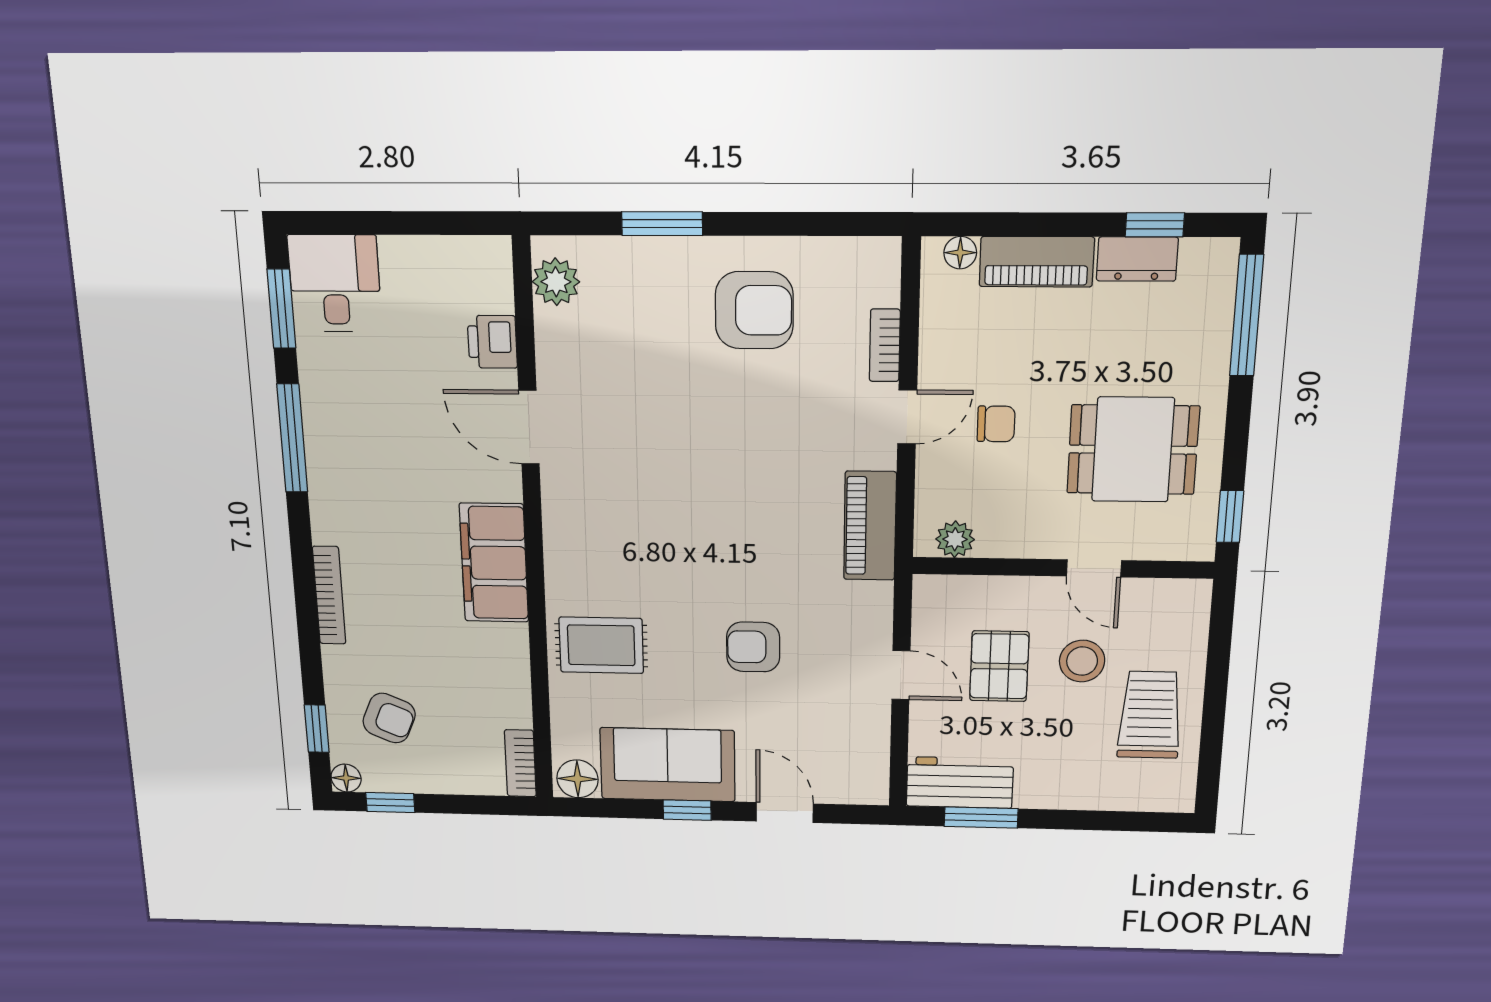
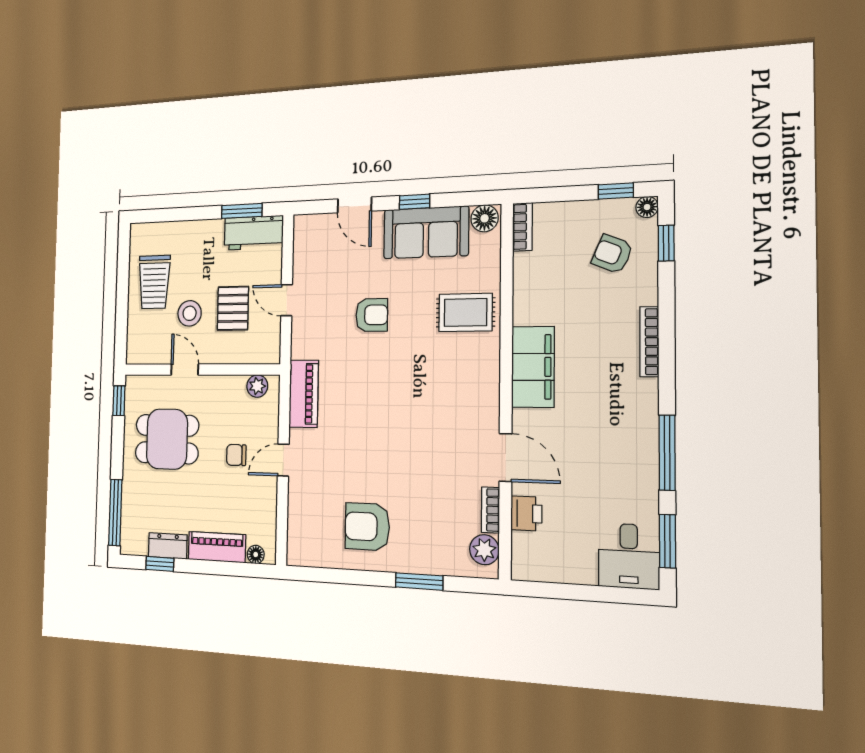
bookcase: (885, 345) -> (490, 510), moved, turned 180

